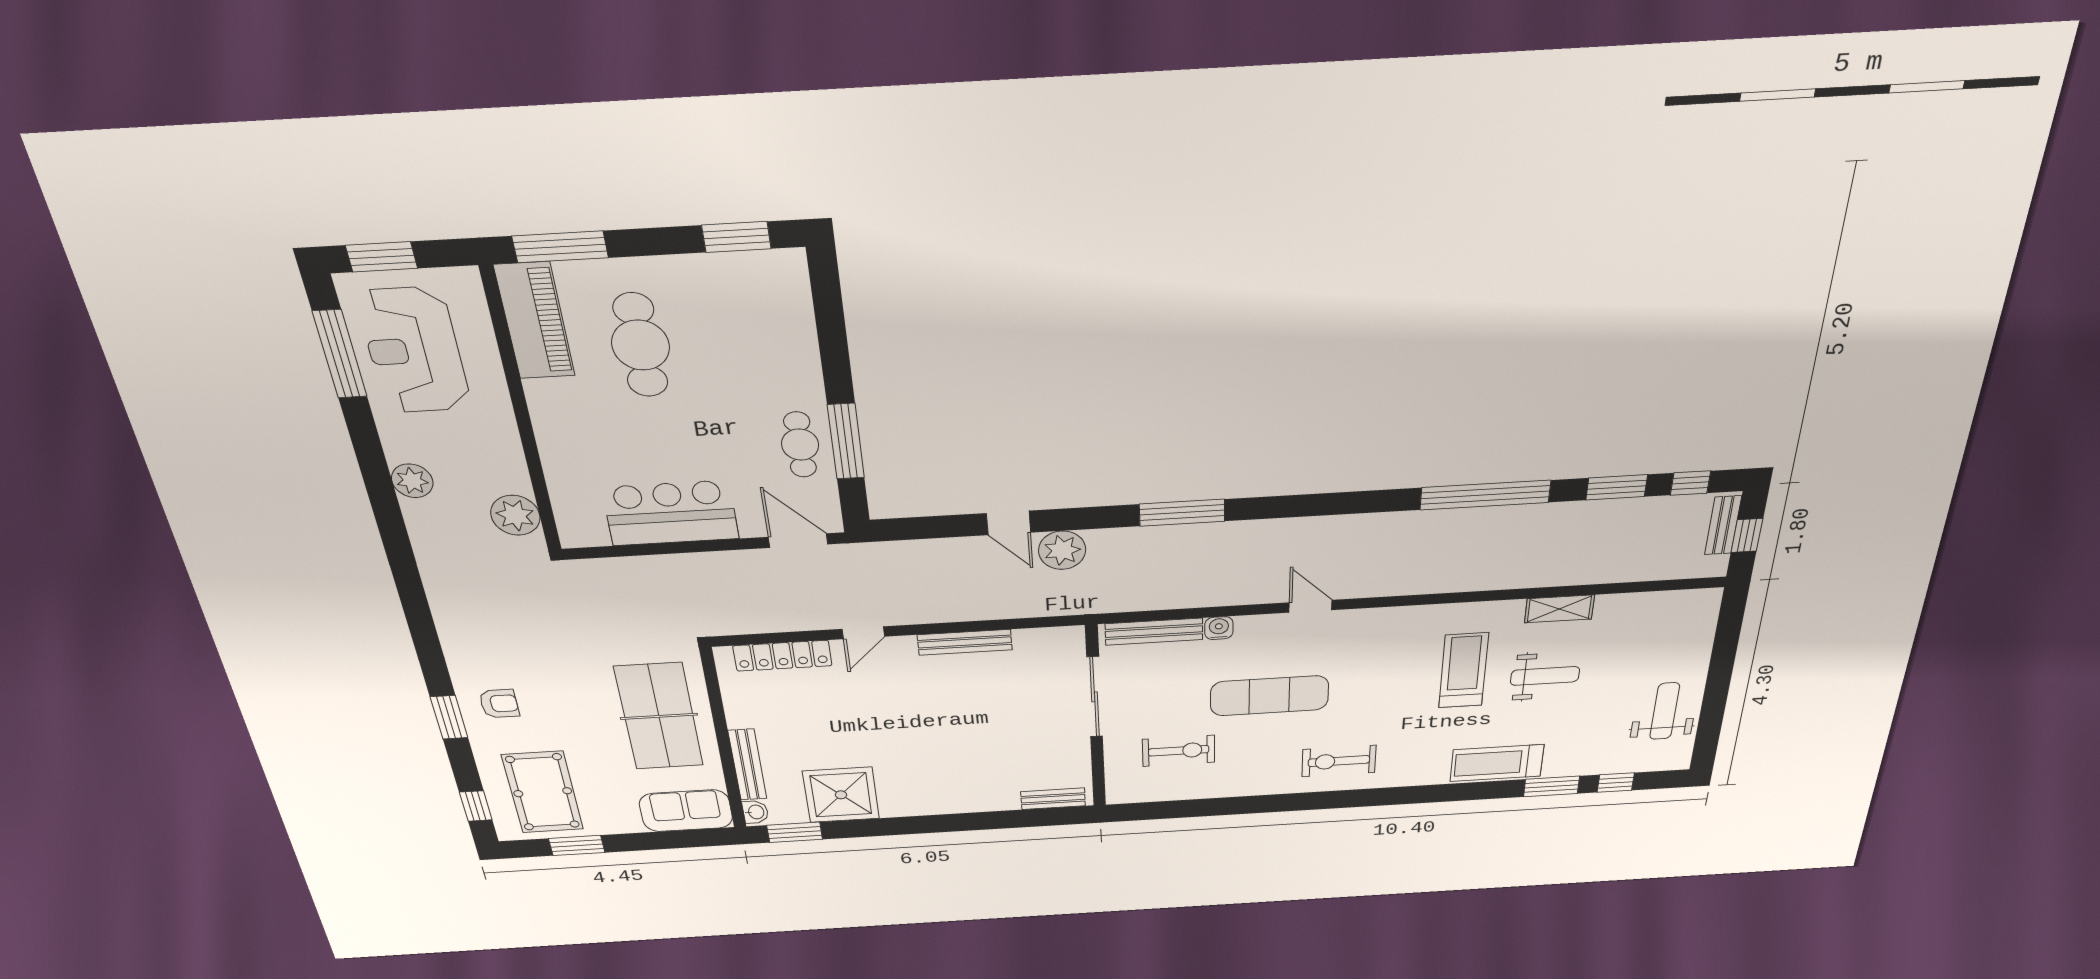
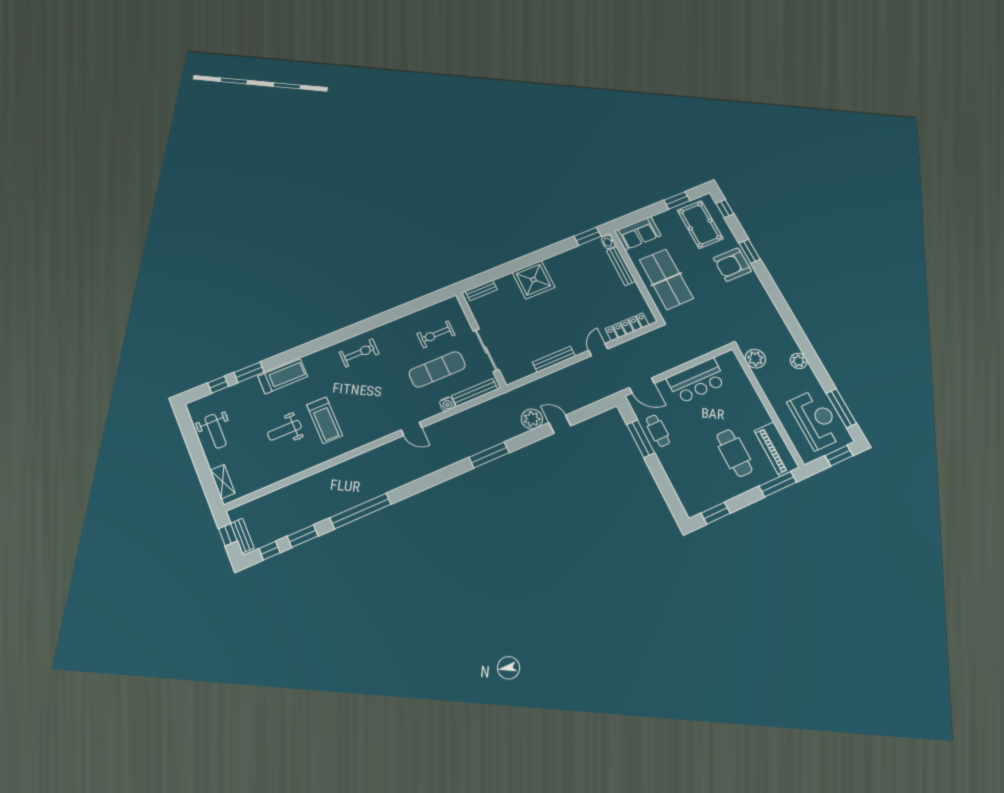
shelving: (1559, 609) -> (223, 482), moved, turned 90
exercise mat: (1269, 696) -> (437, 369), moved
armchair: (499, 704) -> (732, 265), width x1.88, depth x1.88
shower: (841, 795) -> (533, 280), moved

